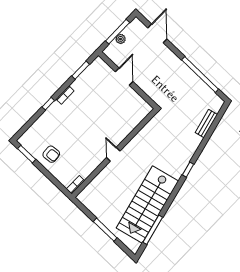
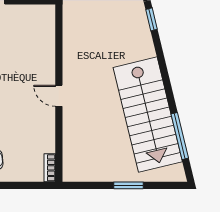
window: (188, 170) -> (152, 19), moved
window: (105, 230) -> (128, 185), width x0.69

